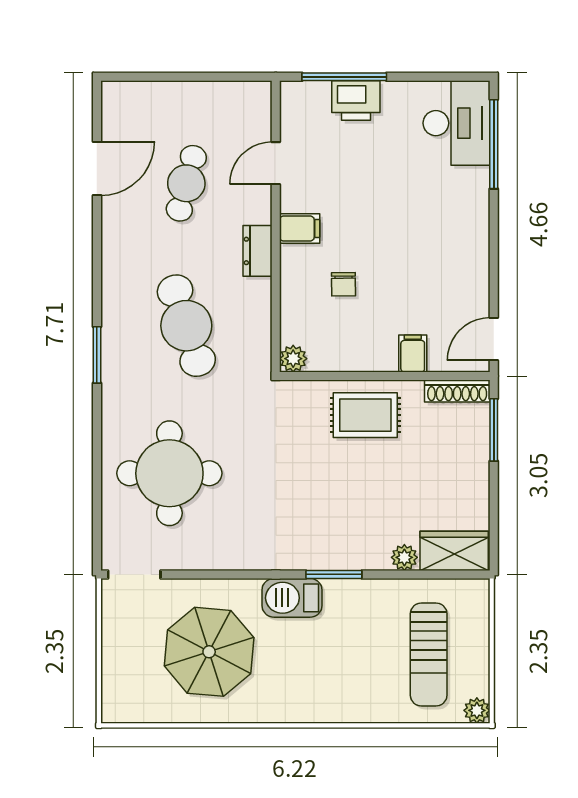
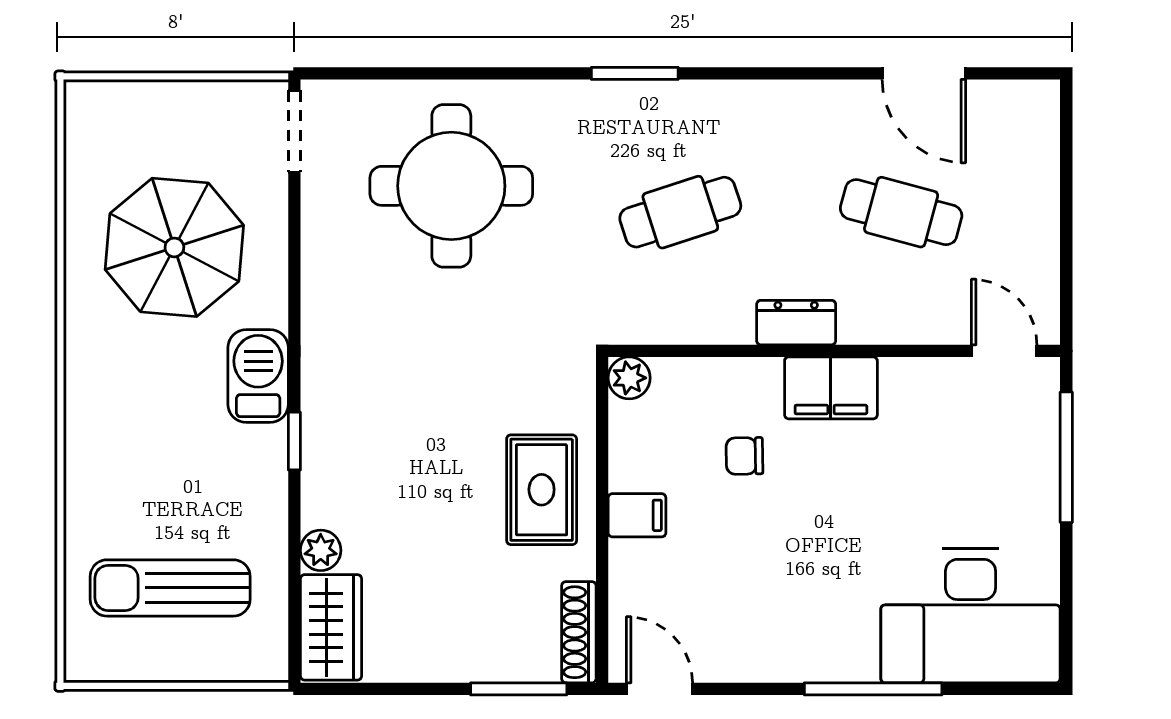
printer: (356, 101) -> (1029, 475), removed
desk: (457, 123) -> (971, 616), width x1.36, depth x1.30
window: (494, 144) -> (873, 689), moved
door: (276, 163) -> (1004, 351), moved
filing cabinet: (300, 229) -> (831, 388), width x2.00
cafe table: (186, 326) -> (680, 212), width x0.73, depth x0.74
filing cabinet: (413, 354) -> (637, 515), moved
window: (334, 574) -> (294, 441), width x0.67
plant: (477, 710) -> (83, 663), removed

